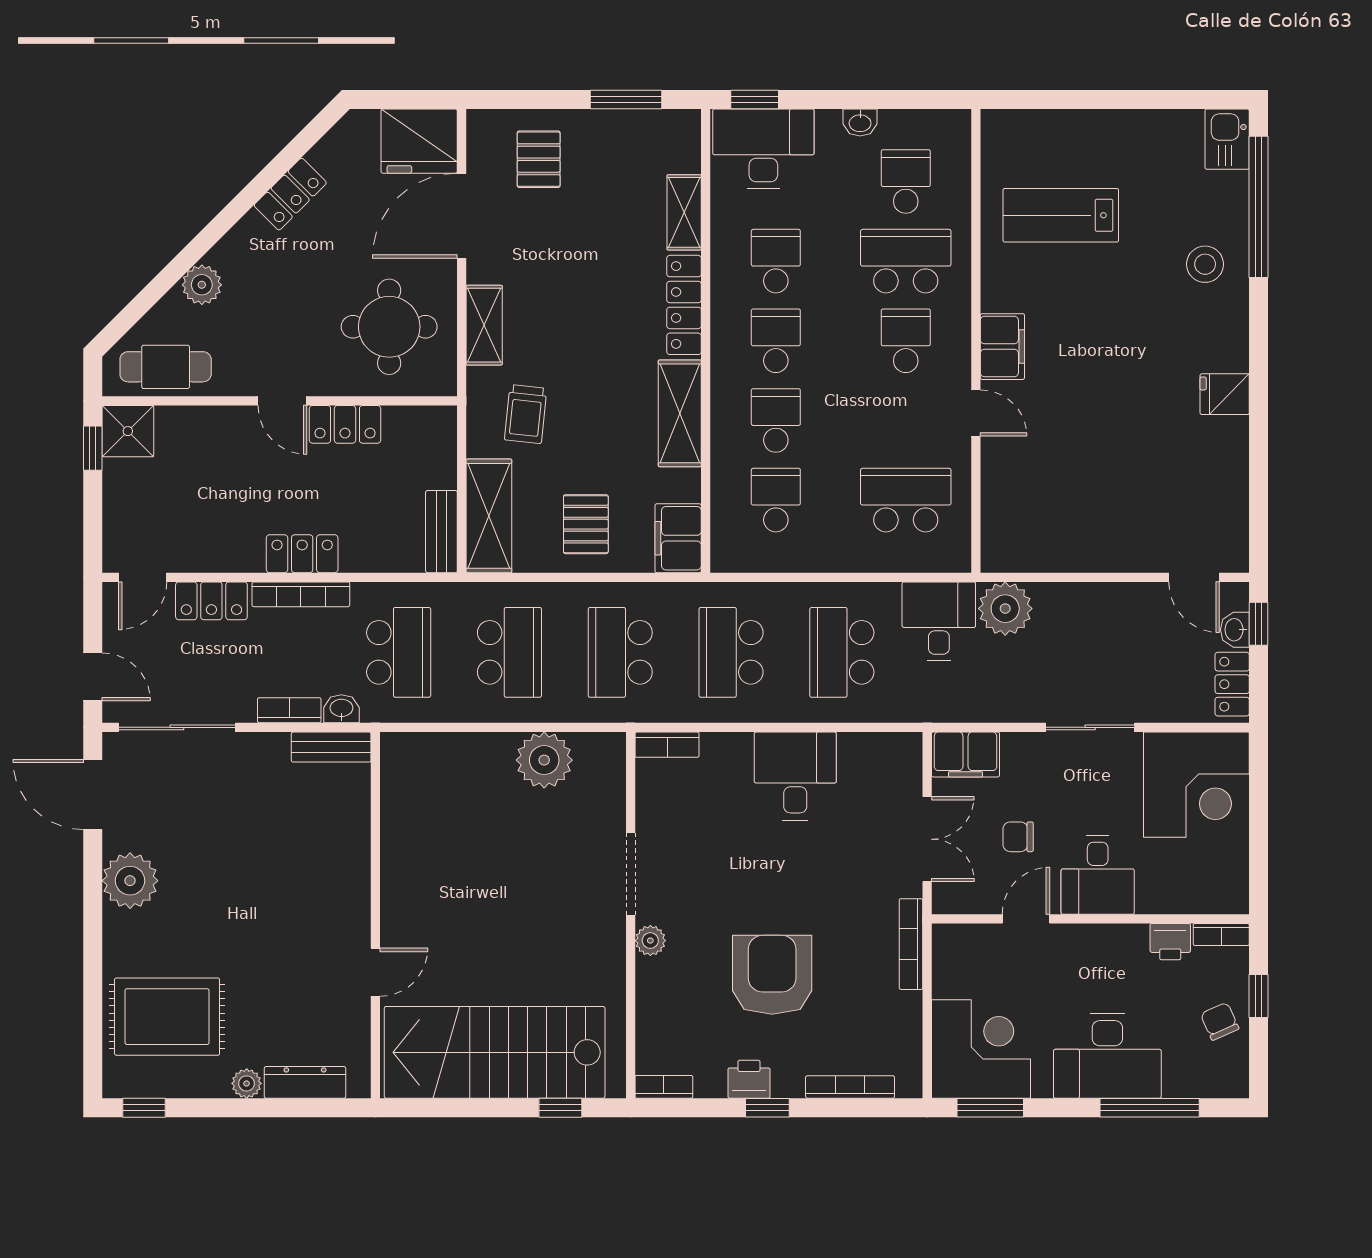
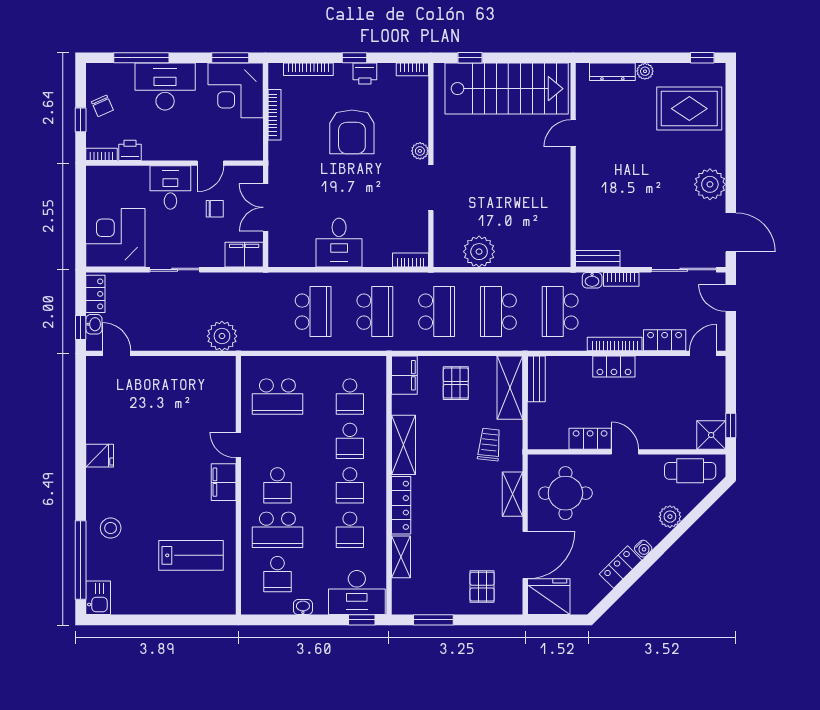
water cooler: (250, 227) -> (643, 549), added
desk: (939, 621) -> (259, 329), removed
bookcase: (911, 944) -> (275, 115), moved

